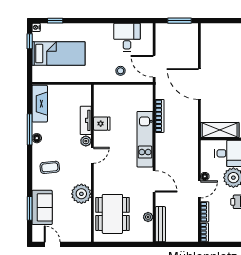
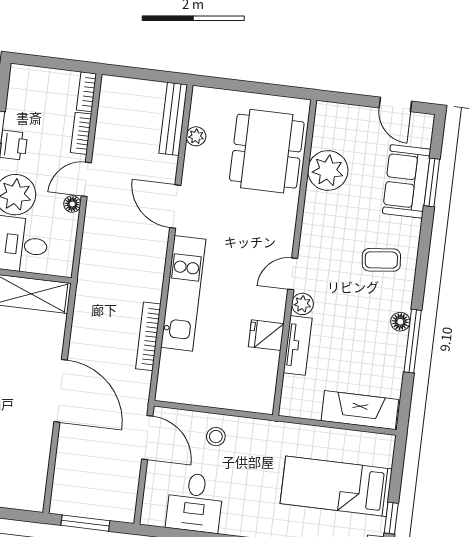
fireplace: (40, 104) -> (360, 410), moved, turned 90
plant: (81, 194) -> (328, 171), moved

